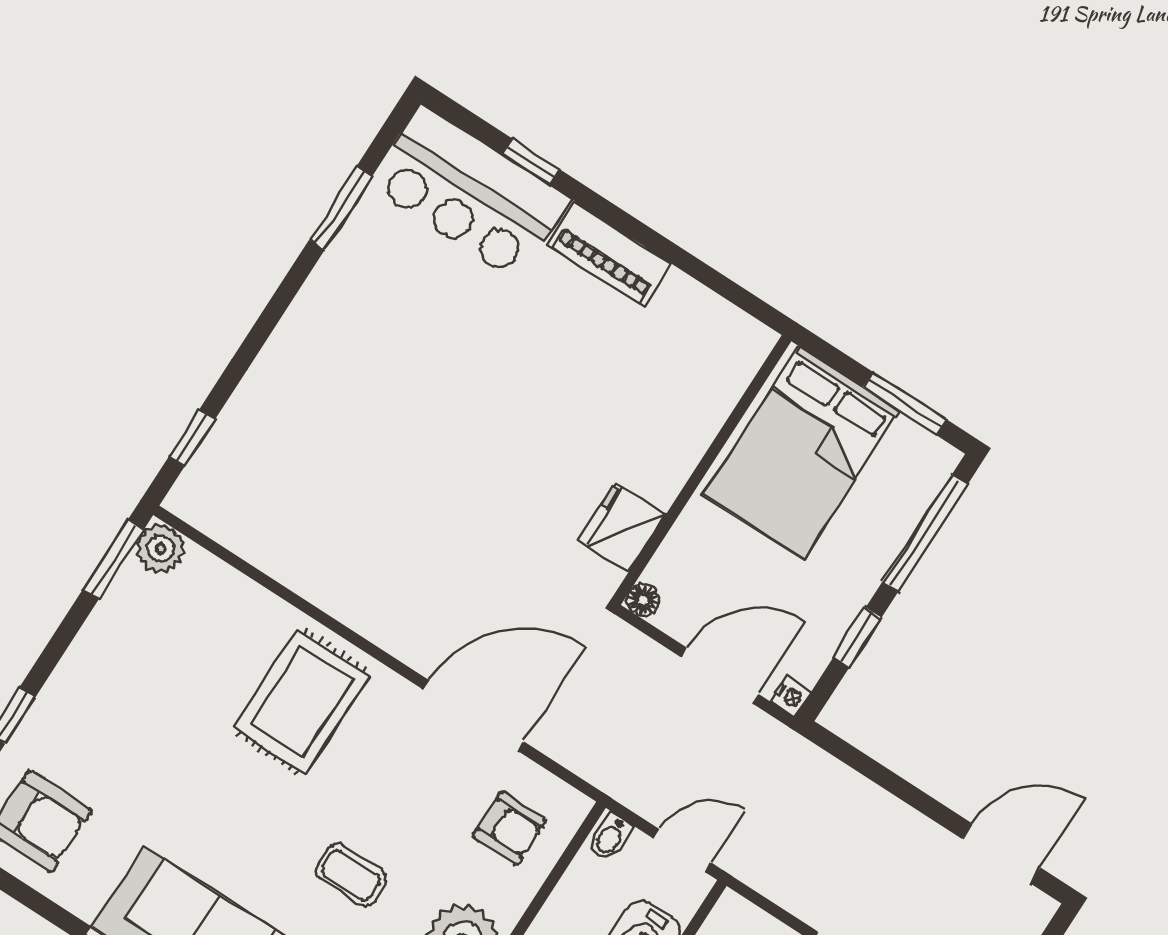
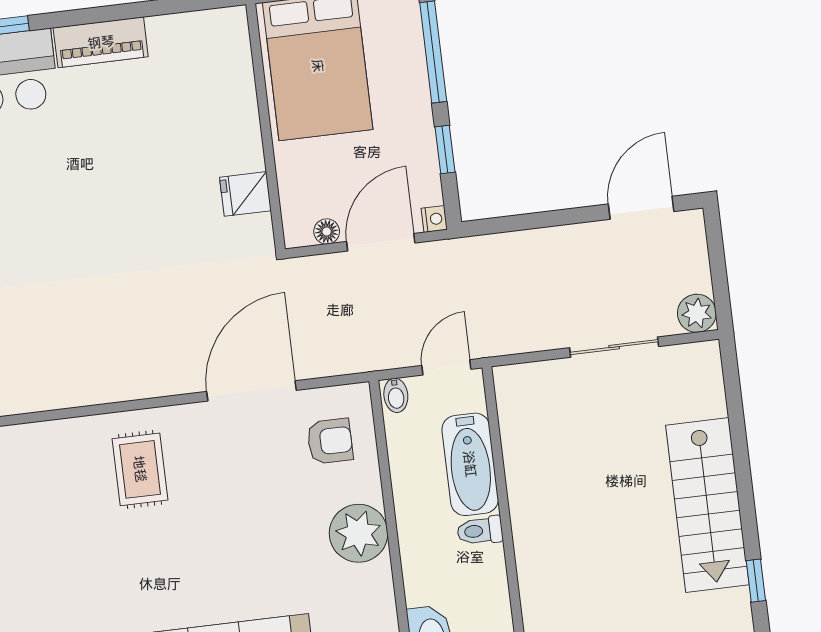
fridge: (622, 527) -> (245, 194), width x0.72
floor lamp: (643, 600) -> (327, 232), moved
rug: (302, 702) -> (140, 469), width x0.73, depth x0.70
coffee table: (351, 875) -> (258, 550), removed

